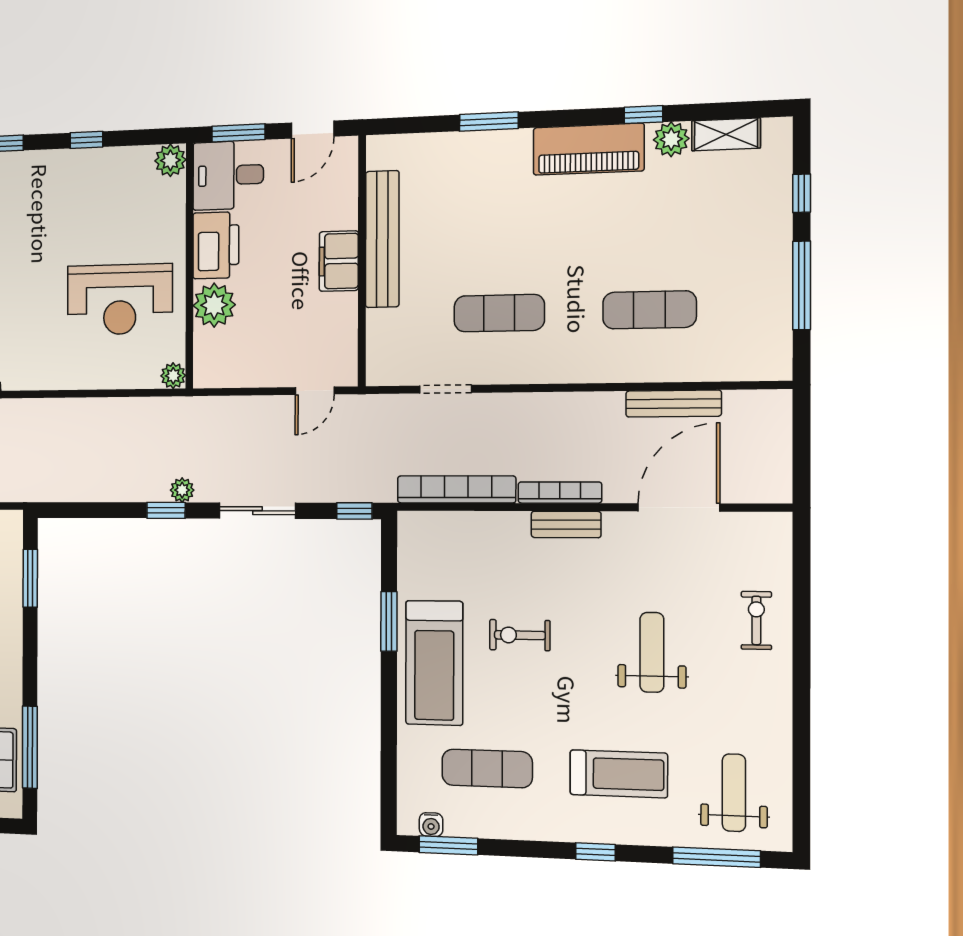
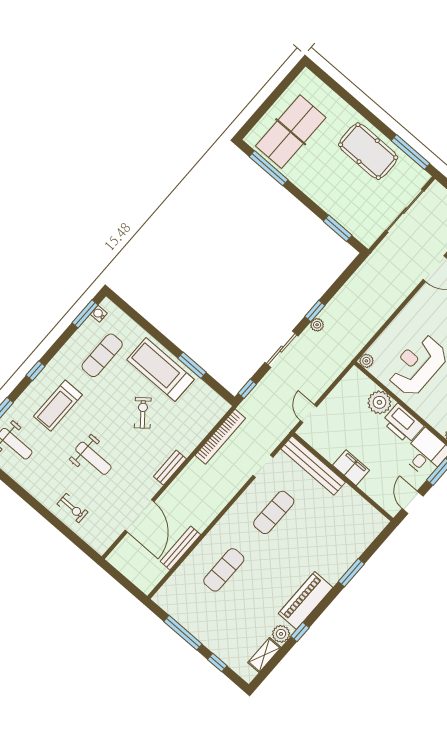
bench: (382, 239) -> (313, 465), moved
bookcase: (560, 493) -> (184, 476), removed
exercise bike: (520, 635) -> (143, 413), turned -39

